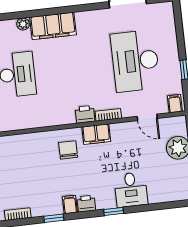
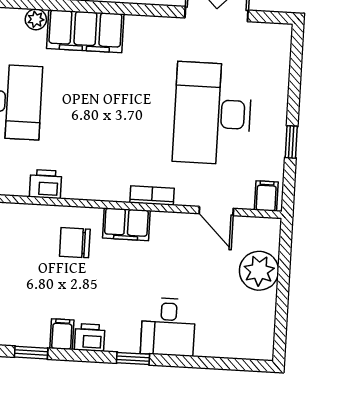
printer: (85, 114) -> (46, 184), moved
chair: (68, 150) -> (75, 243), turned -90

